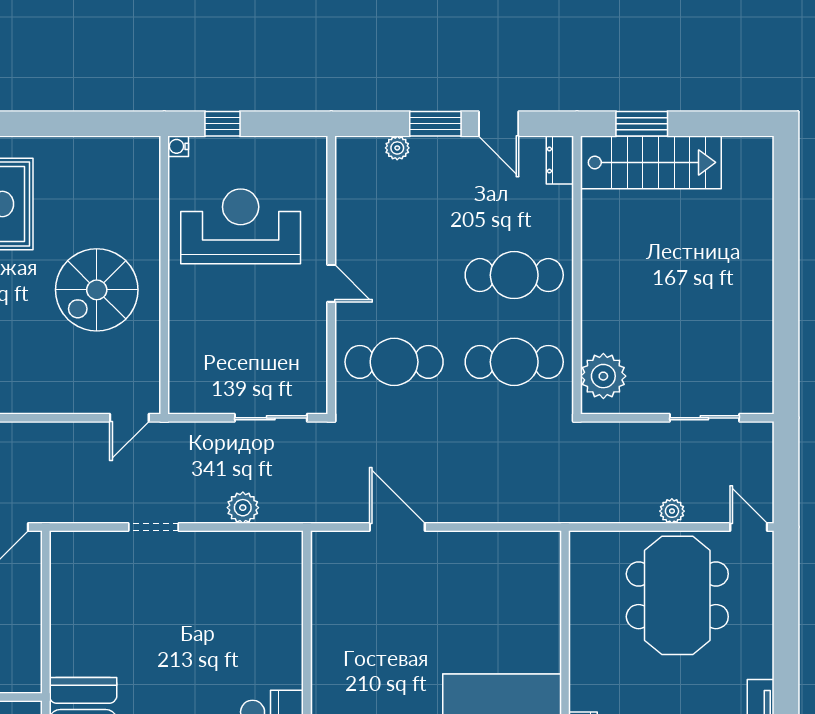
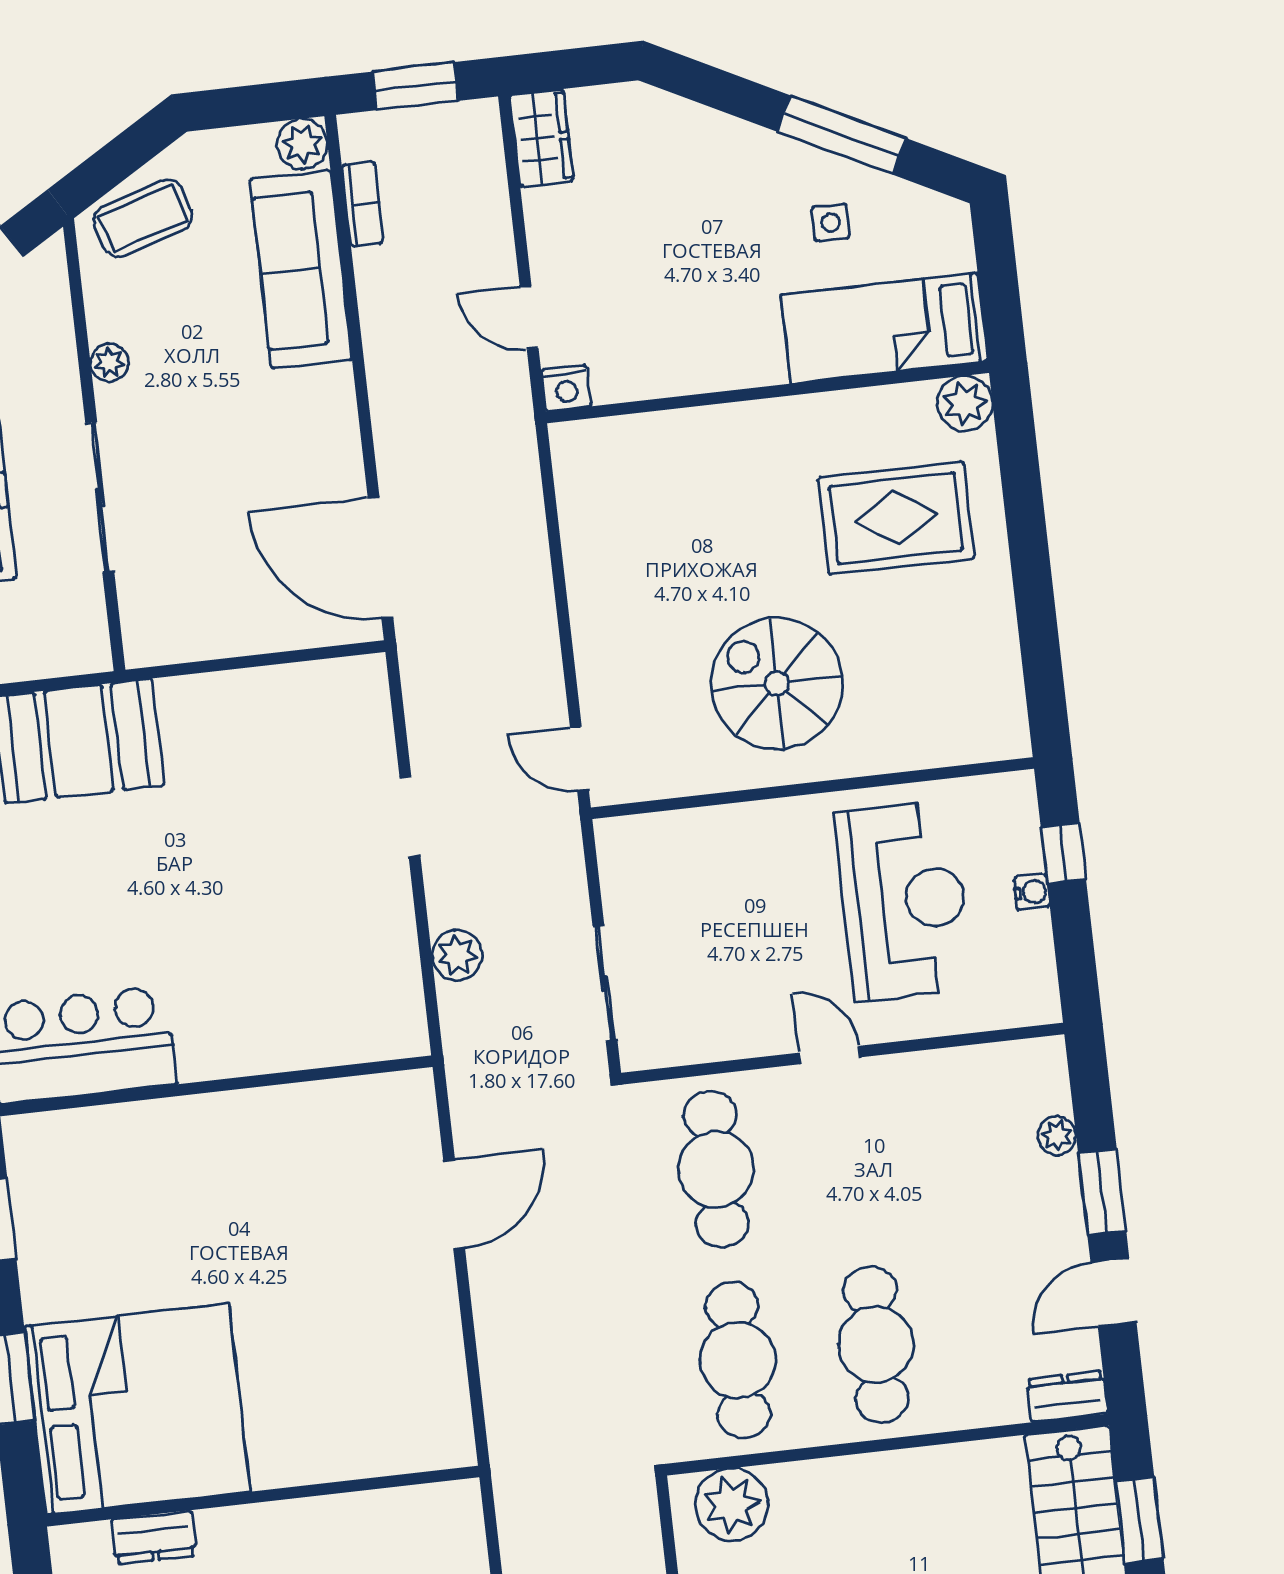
water cooler: (178, 146) -> (1032, 892), moved, turned 90
door: (331, 283) -> (830, 1055), swing flipped

